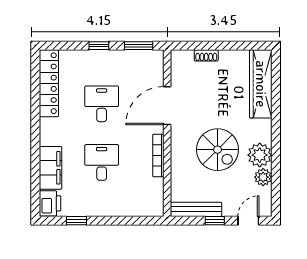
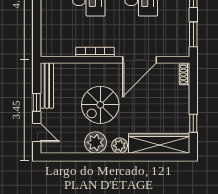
window: (238, 46) -> (193, 123), added
shoe rack: (206, 55) -> (184, 74), moved
door: (167, 106) -> (140, 60), swing flipped
plant: (263, 177) -> (120, 146), moved

